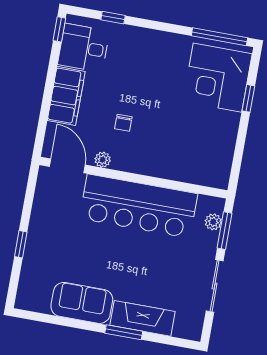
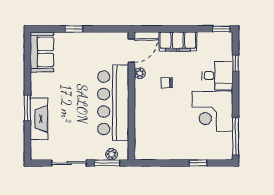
desk: (84, 48) -> (217, 76), moved, turned 90
corner desk: (217, 78) -> (213, 111), moved, turned -90
sofa: (82, 303) -> (42, 52), moved

